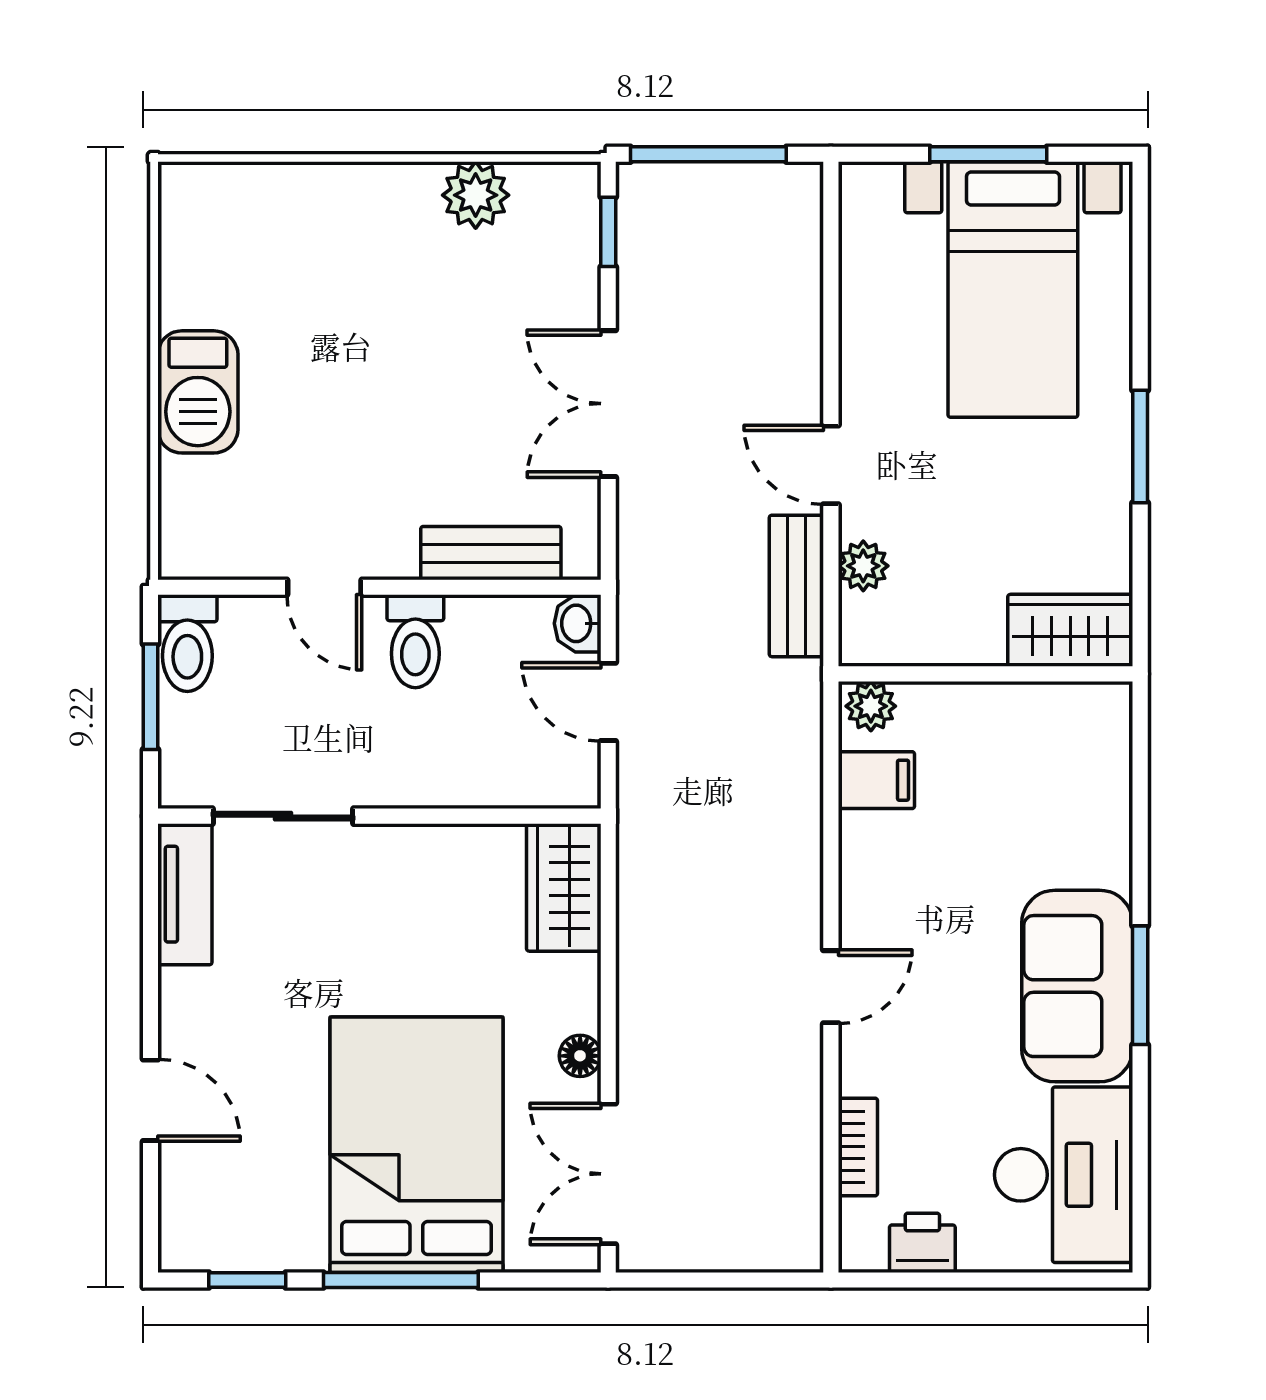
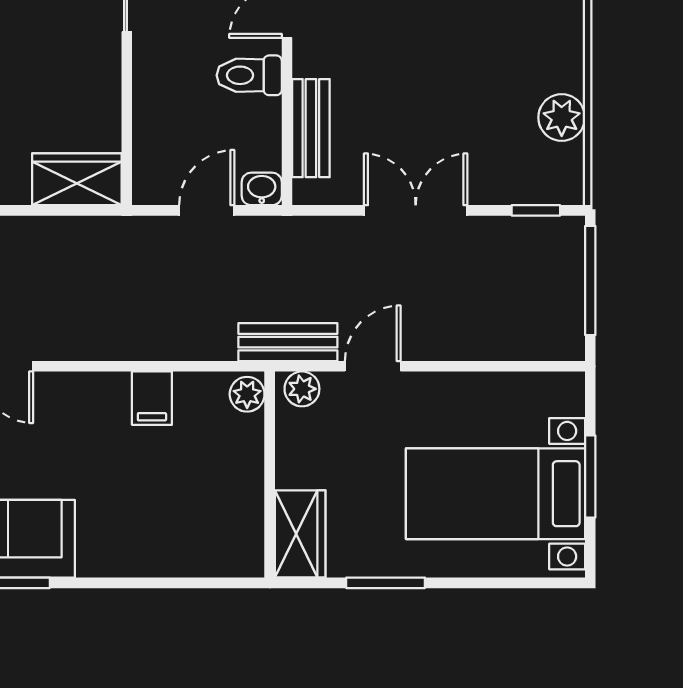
wardrobe: (1070, 630) -> (300, 534), moved
wall: (986, 674) -> (270, 475), moved
plant: (871, 706) -> (247, 394), moved

